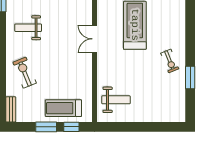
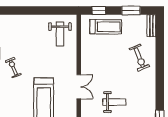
weight bench: (28, 28) -> (114, 102), moved
weight bench: (116, 100) -> (60, 34), turned -90
window: (46, 127) -> (131, 11), moved

